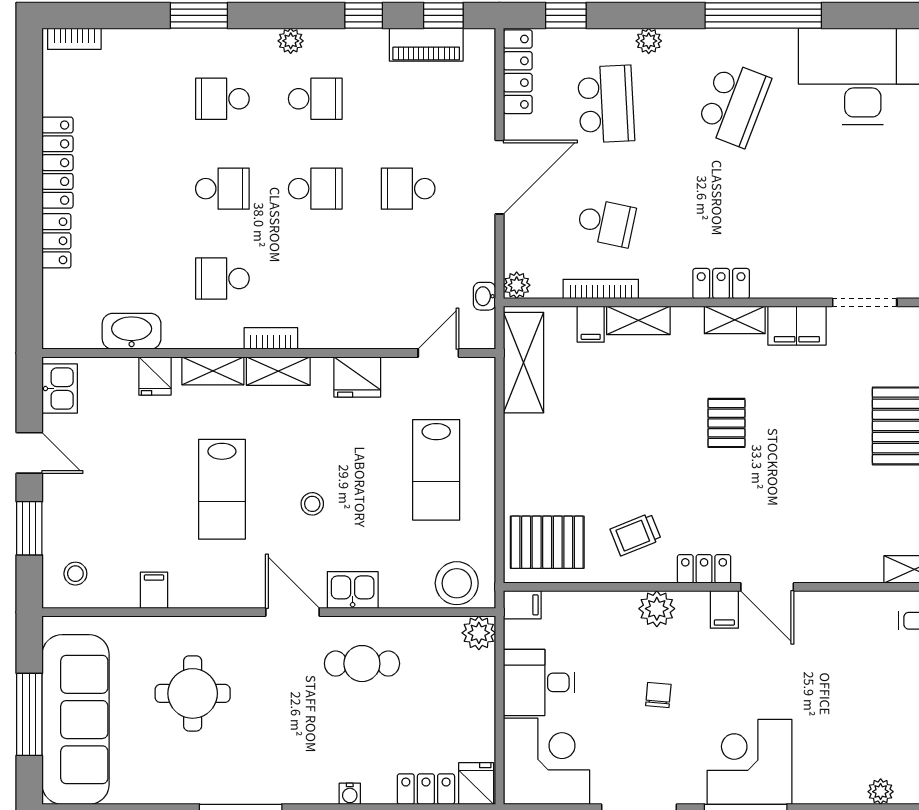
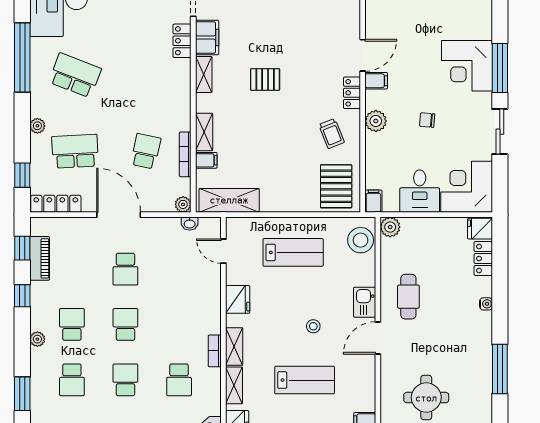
locker: (721, 284) -> (182, 41), moved

